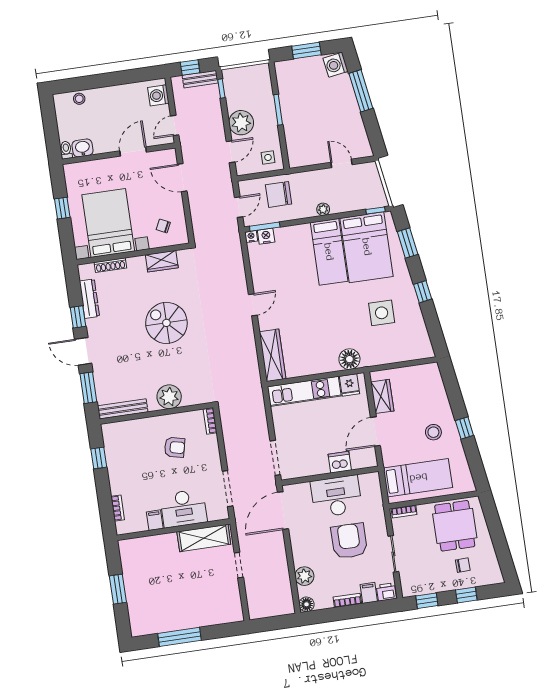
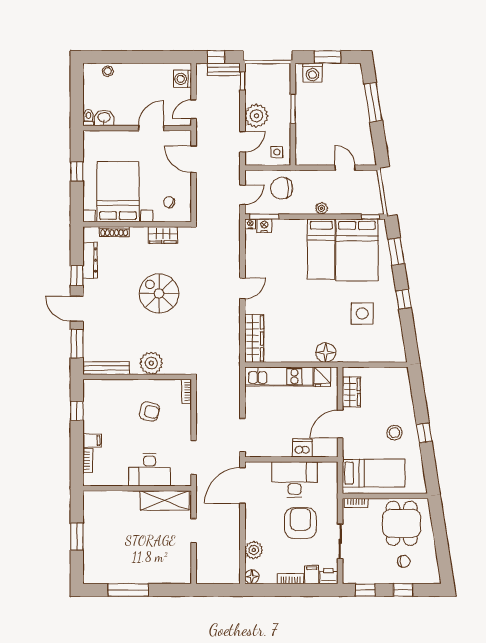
washing machine: (336, 65) -> (312, 73), moved, turned -81
filing cabinet: (155, 520) -> (92, 440), moved, turned 90

